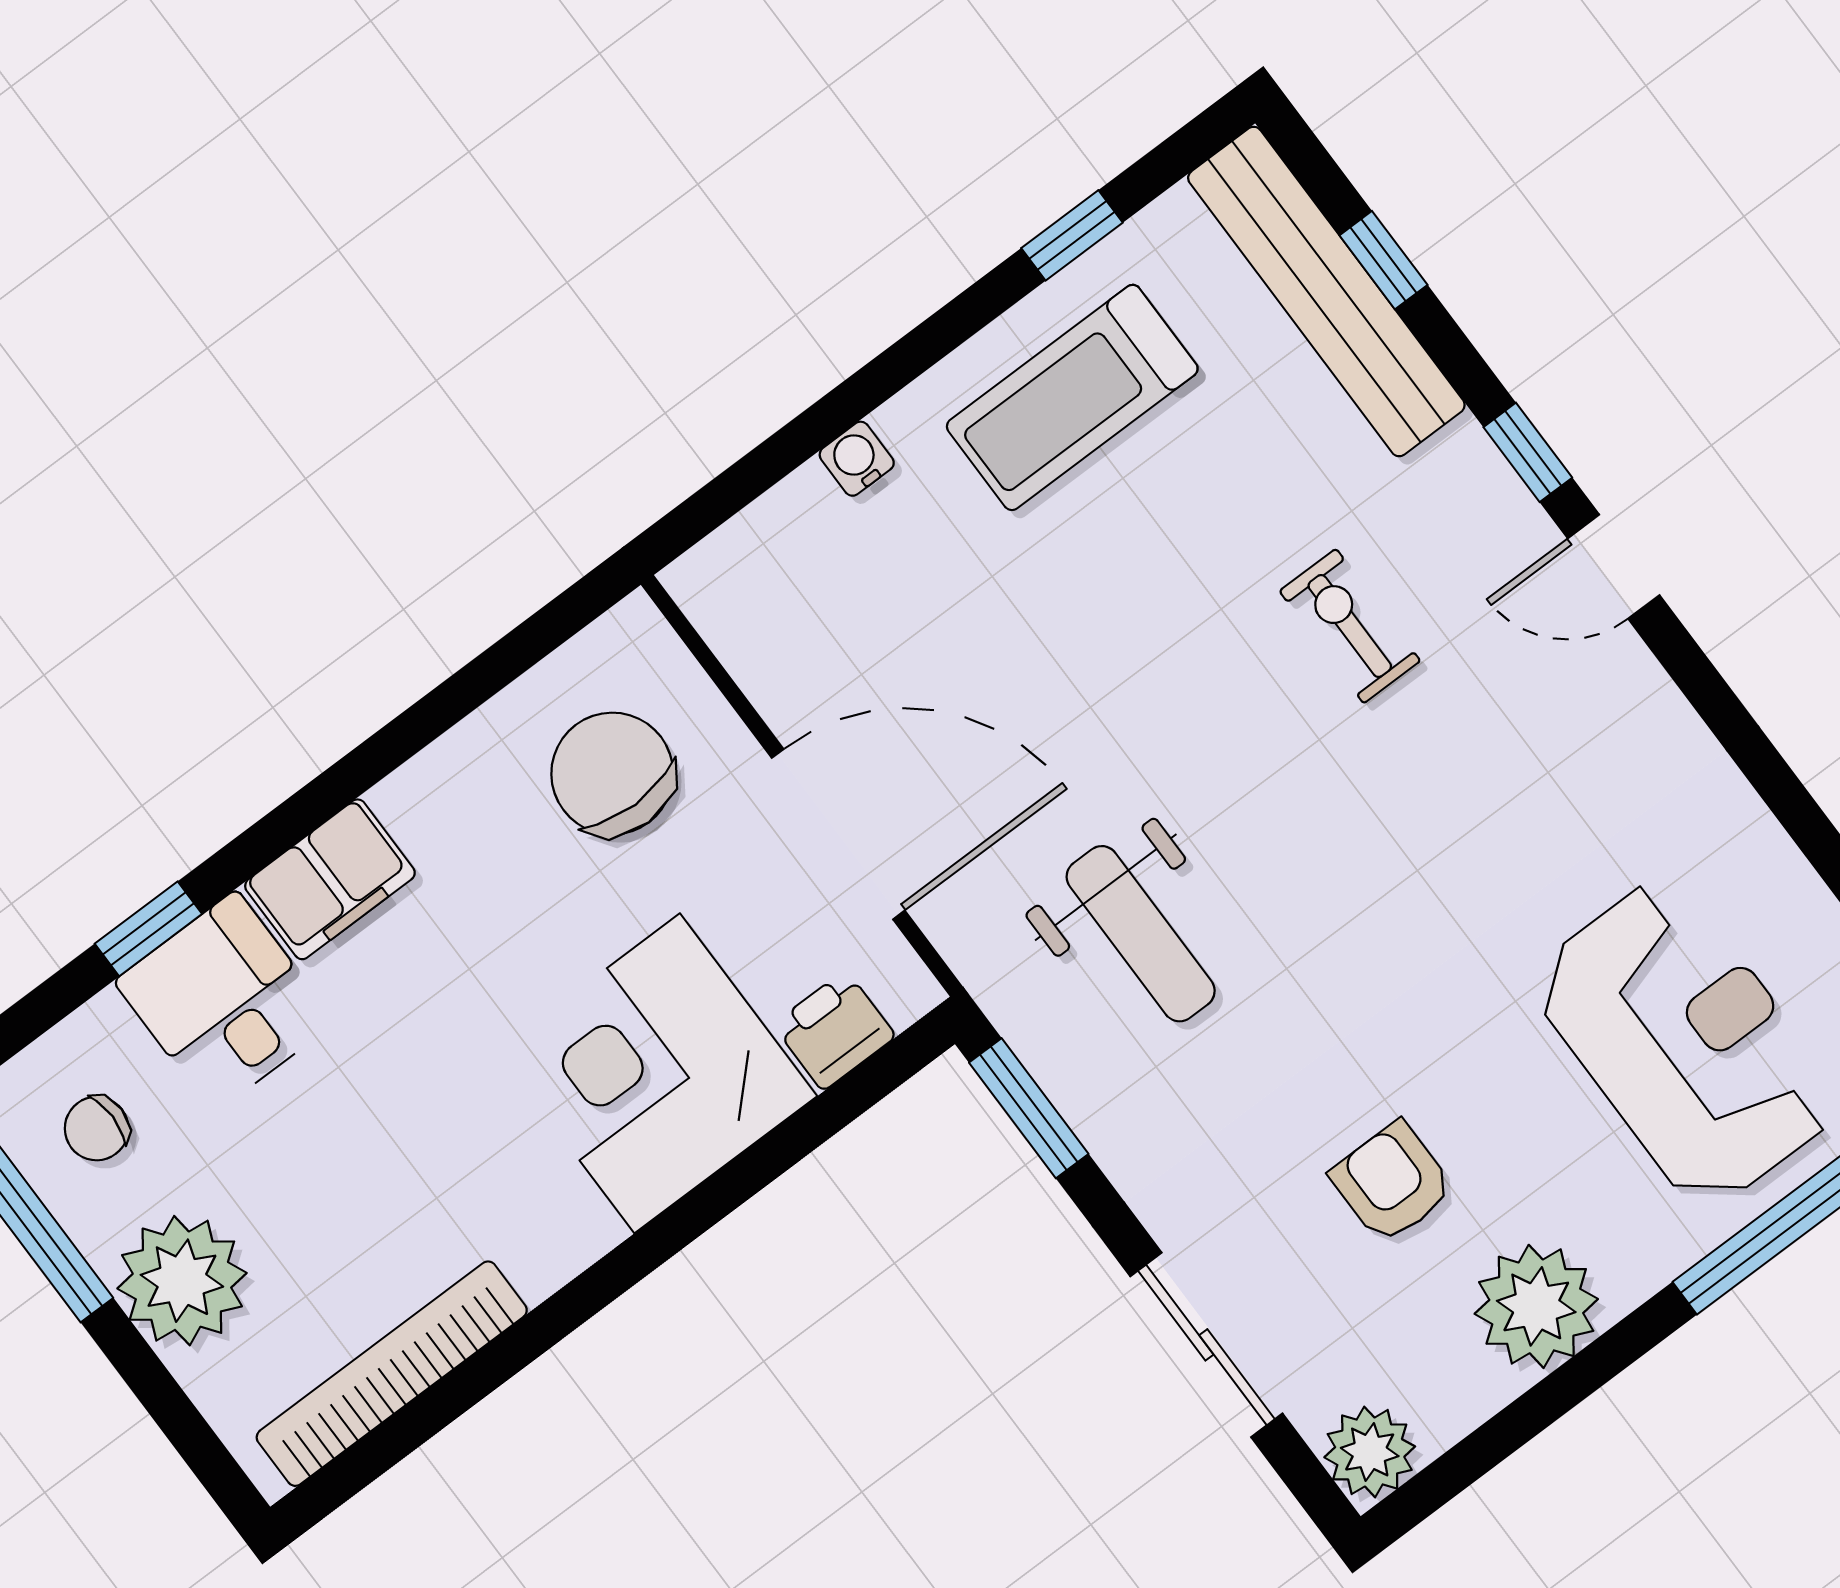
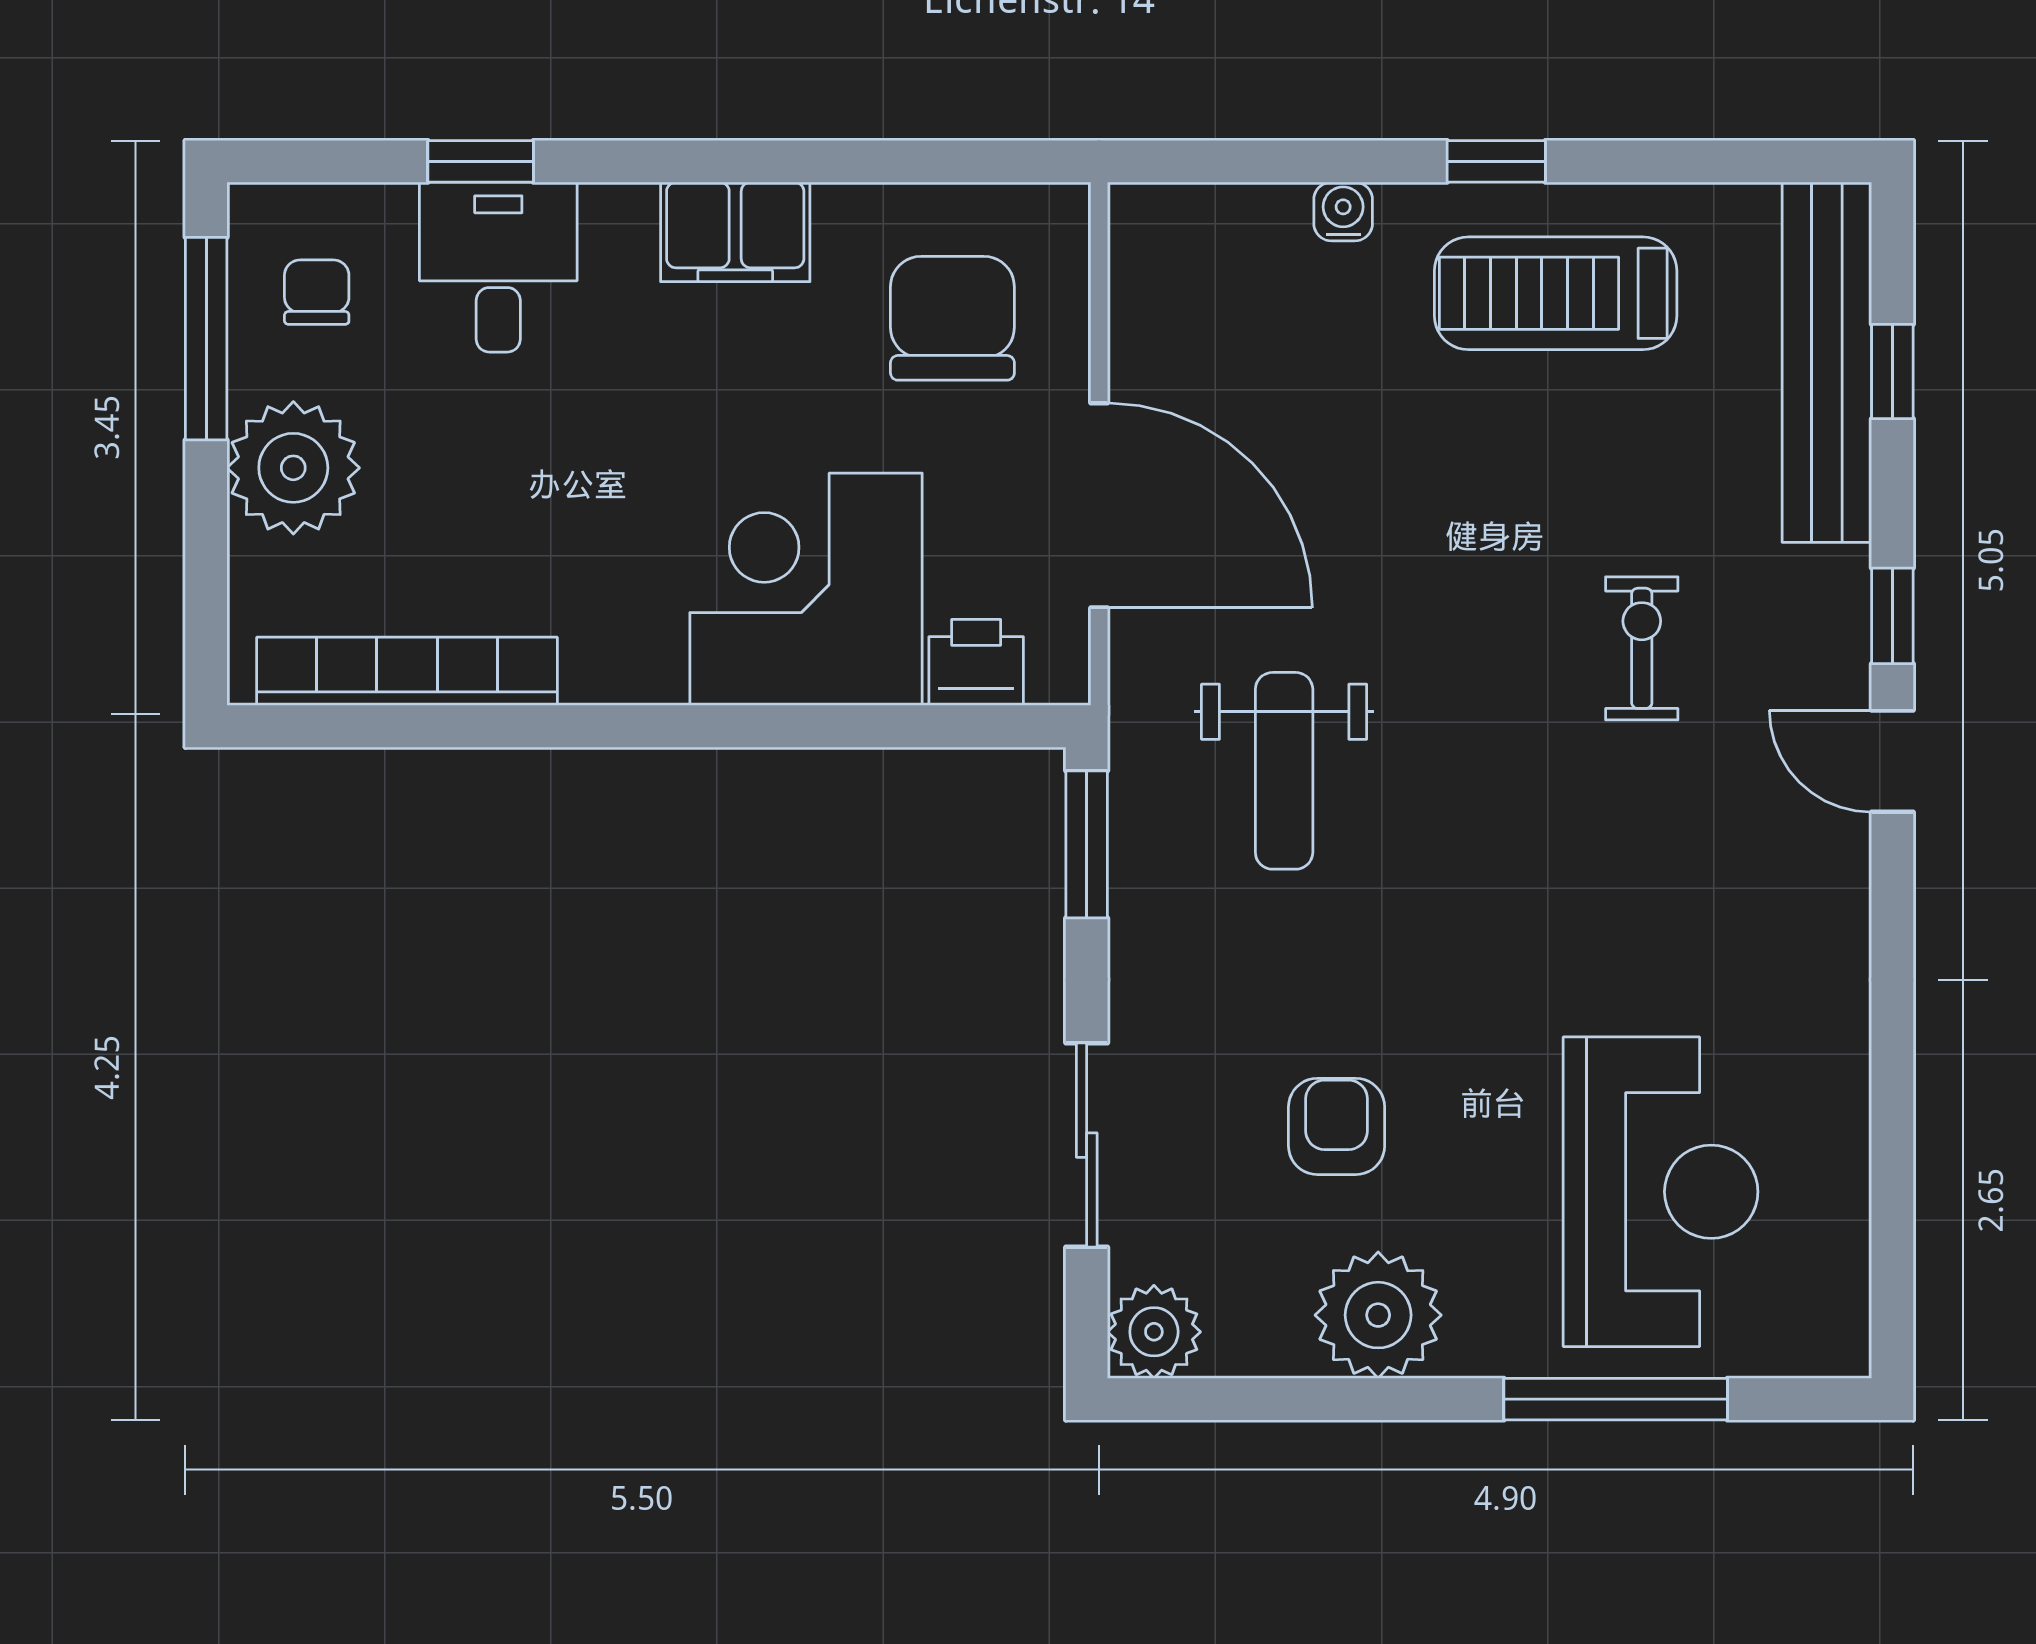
window: (1072, 235) -> (1496, 161), moved
filing cabinet: (330, 879) -> (735, 232), moved
chair: (97, 1129) -> (317, 292), turned 90

